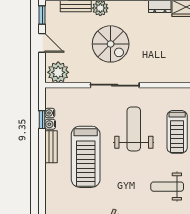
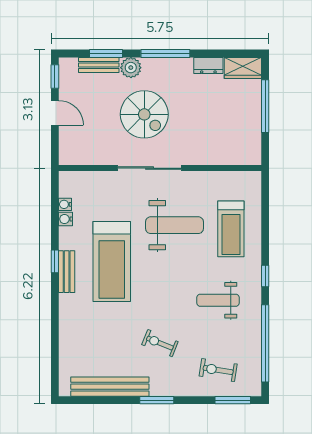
plant: (58, 72) -> (76, 151), removed
window: (42, 120) -> (55, 261), moved
weight bench: (134, 129) -> (174, 225), turned 90
bench: (51, 147) -> (67, 272), moved

